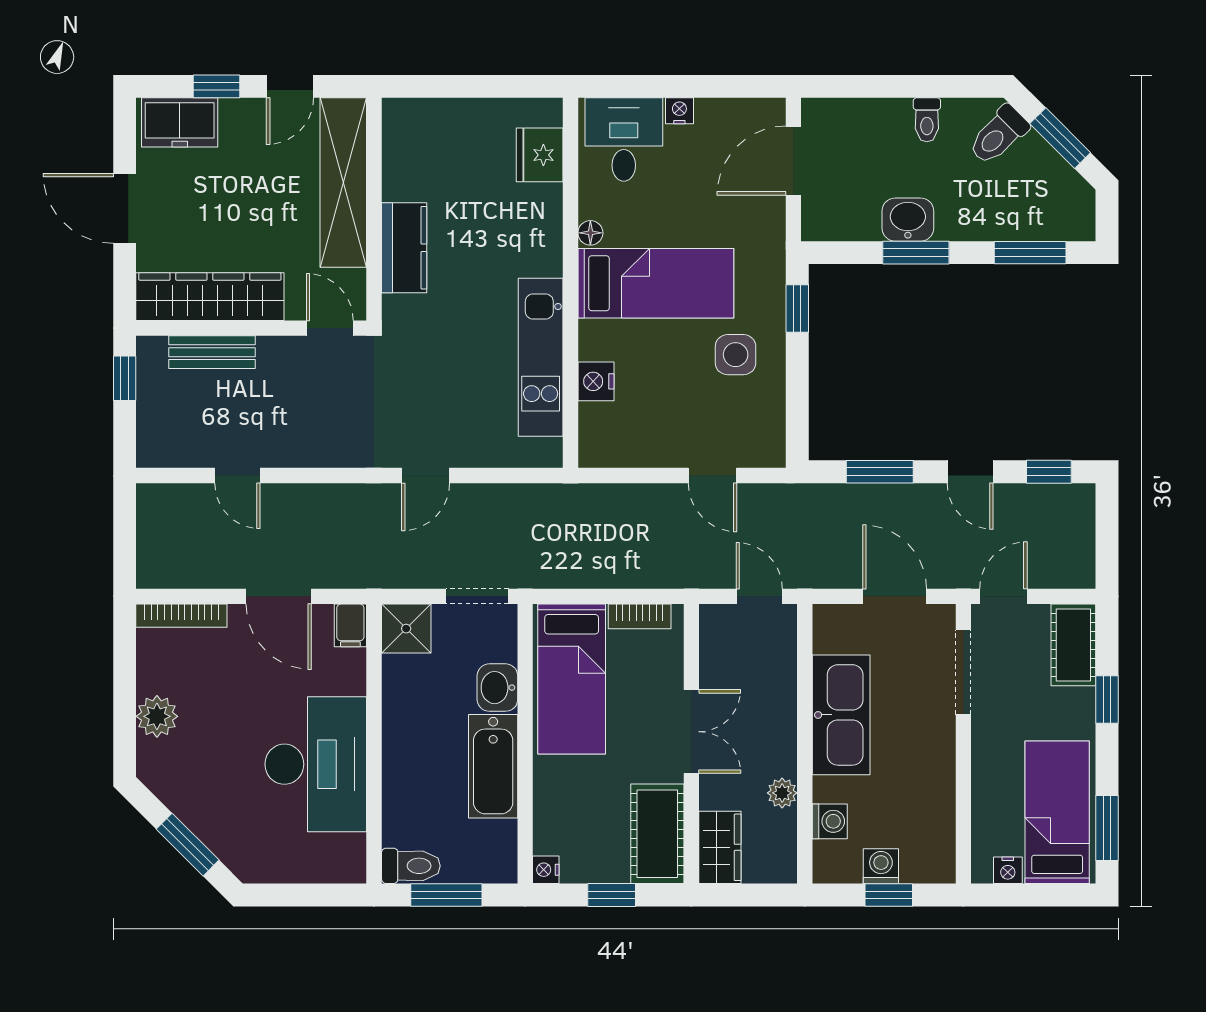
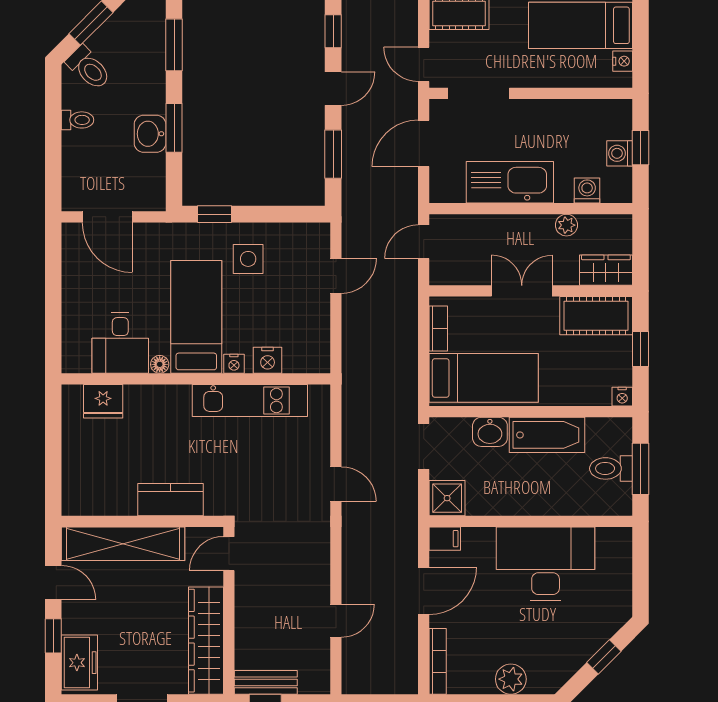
nightstand: (679, 111) -> (234, 364), moved, turned -90
desk: (624, 139) -> (120, 343), moved, turned -90
bench: (212, 352) -> (266, 682), moved, turned 90
window: (188, 845) -> (604, 657), width x0.67
toilet: (411, 866) -> (611, 468), moved, turned -90

